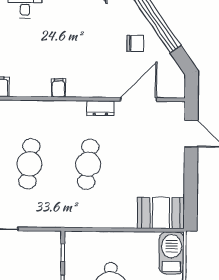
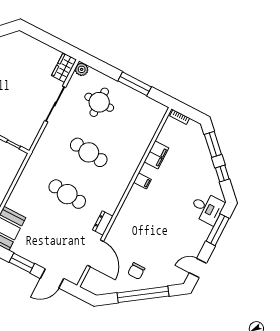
filing cabinet: (58, 88) -> (142, 181), moved
window: (191, 176) -> (22, 263), added

